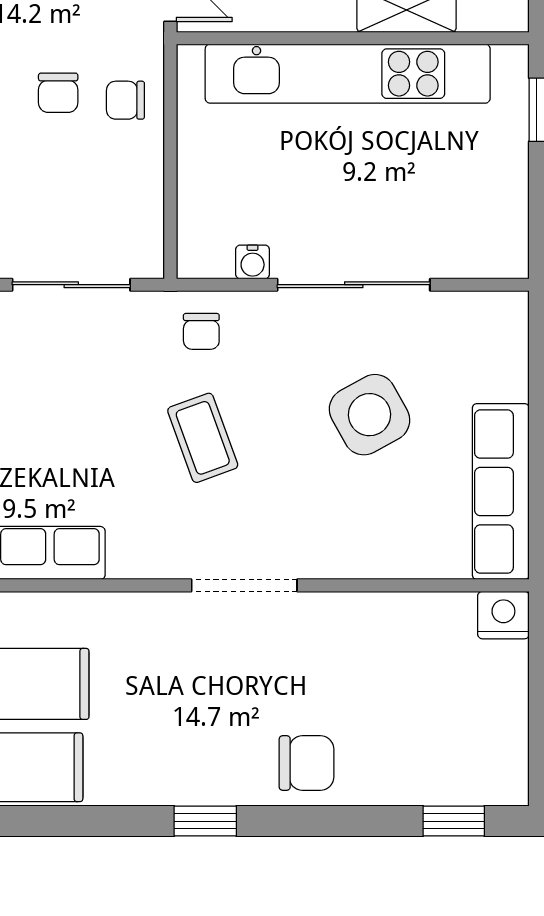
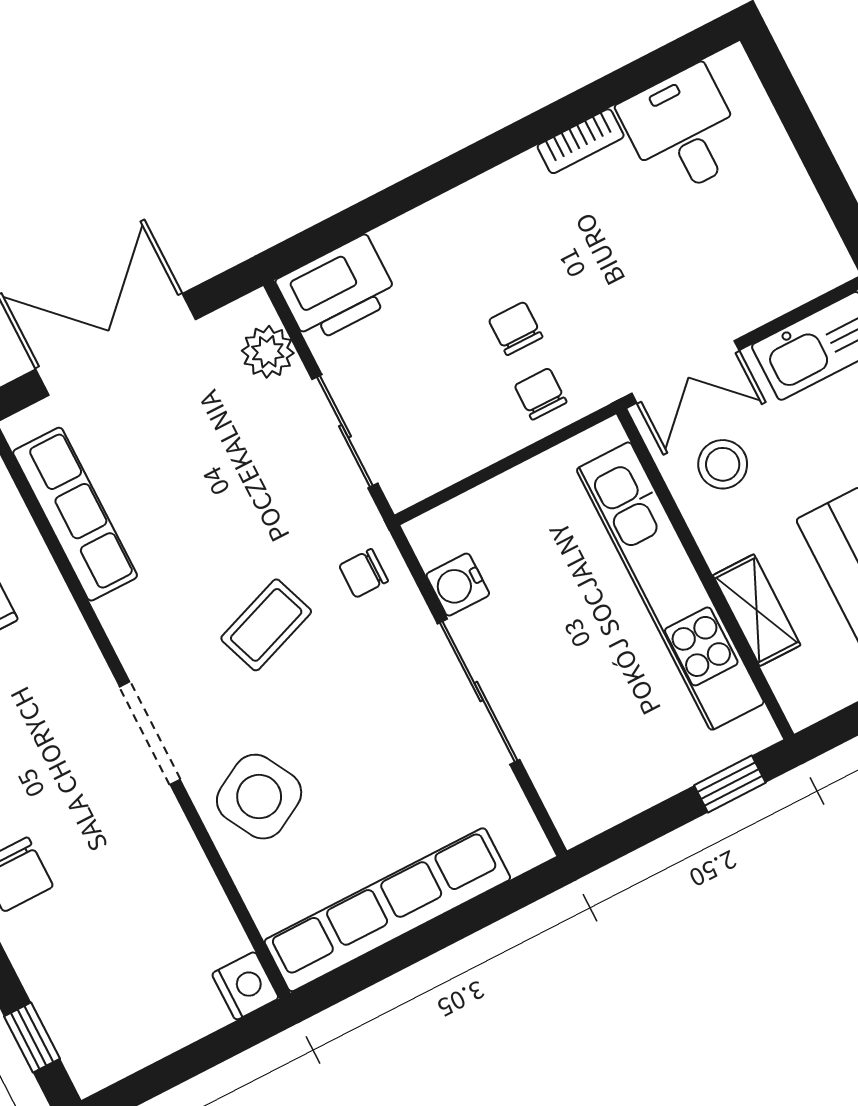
chair: (58, 93) -> (516, 328), turned 90
water cooler: (253, 262) -> (458, 585), width x1.38, depth x1.38
side table: (370, 415) -> (259, 797), moved
row of seats: (501, 492) -> (387, 910), width x1.36

